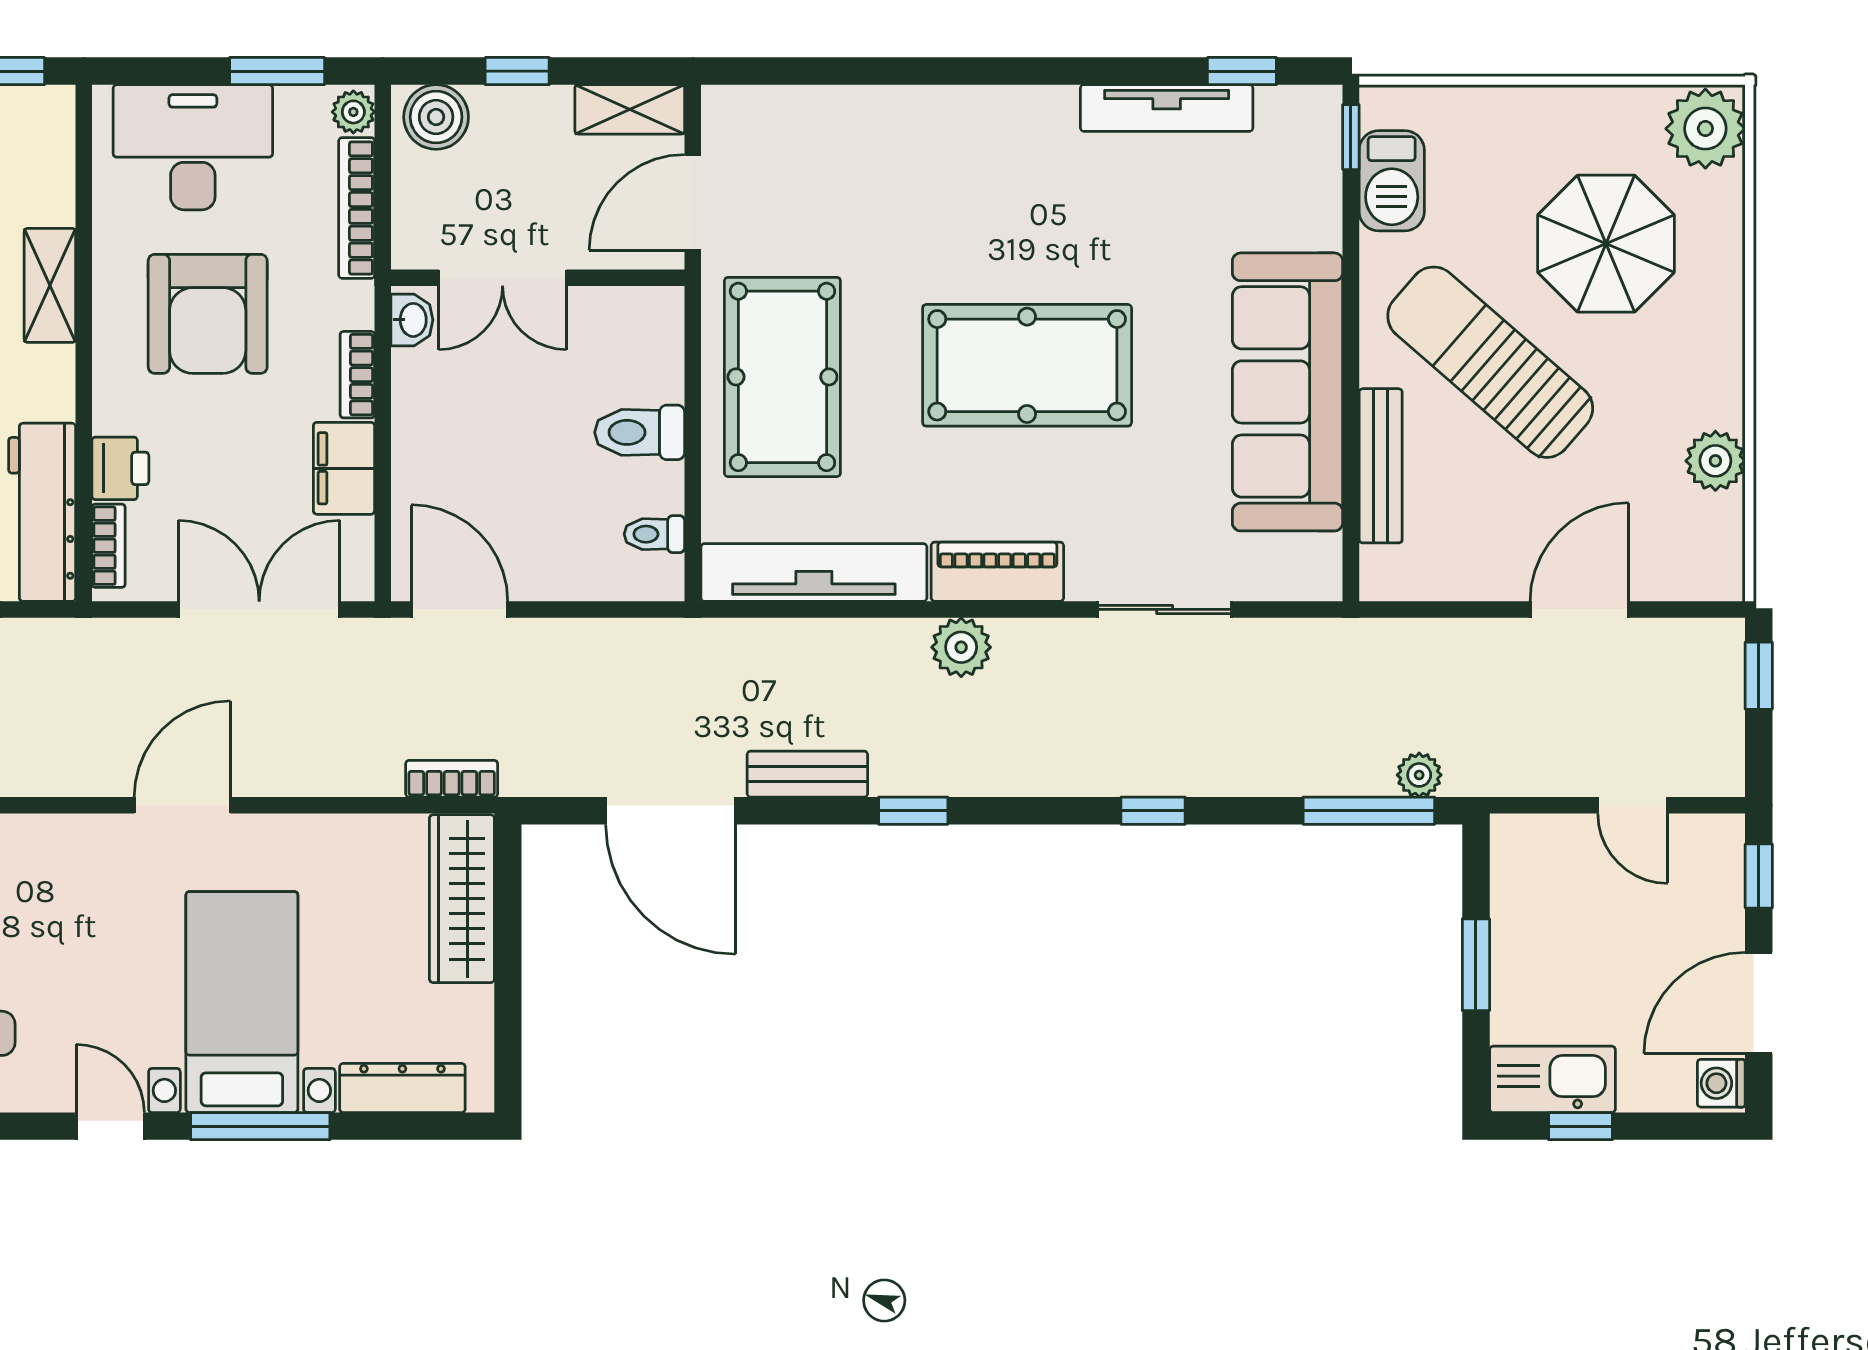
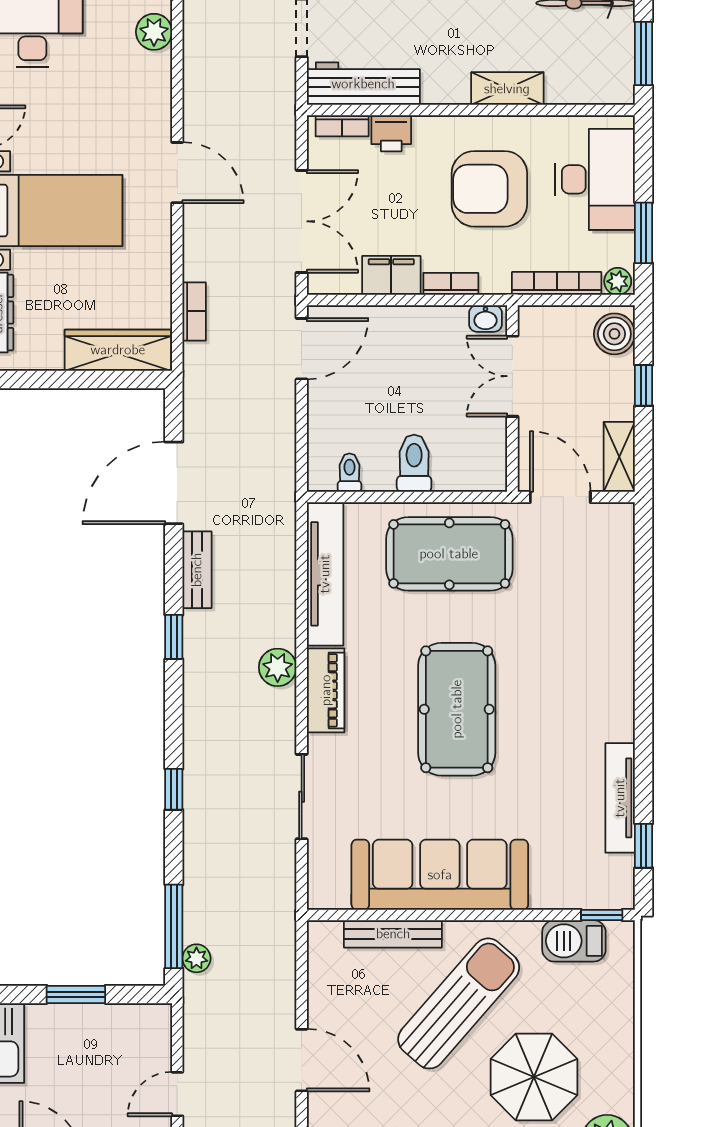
bookcase: (452, 779) -> (194, 311), moved

